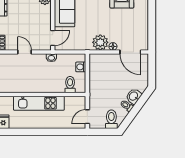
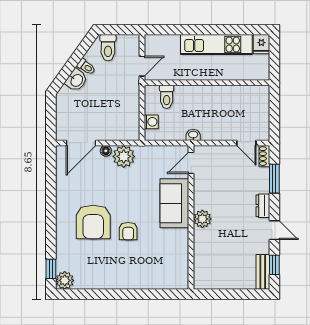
door: (25, 52) -> (246, 143), moved
door: (130, 52) -> (81, 143), swing flipped
kitchen unit: (39, 103) -> (216, 44), moved, turned 180
door: (87, 117) -> (142, 66), moved

